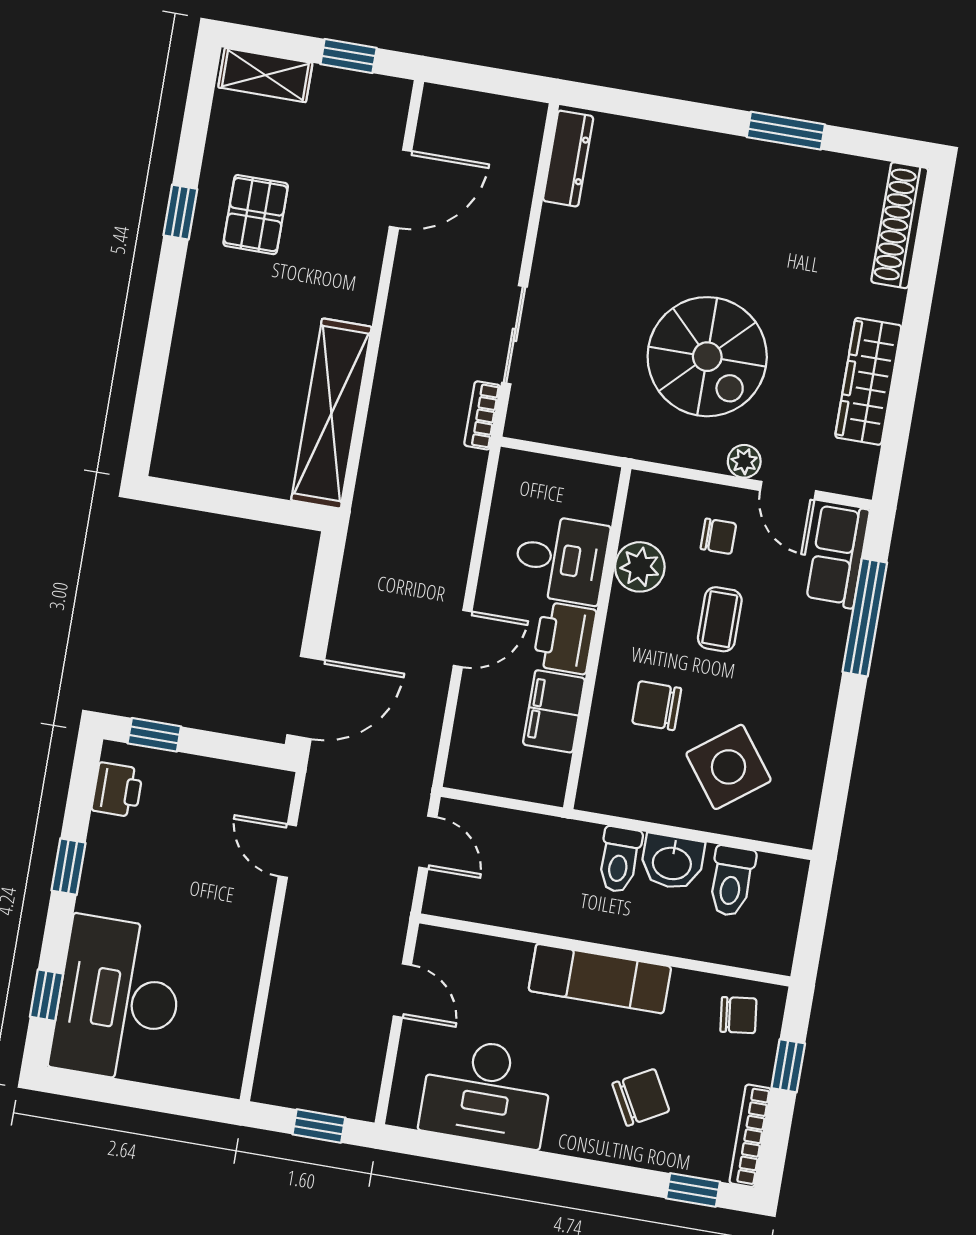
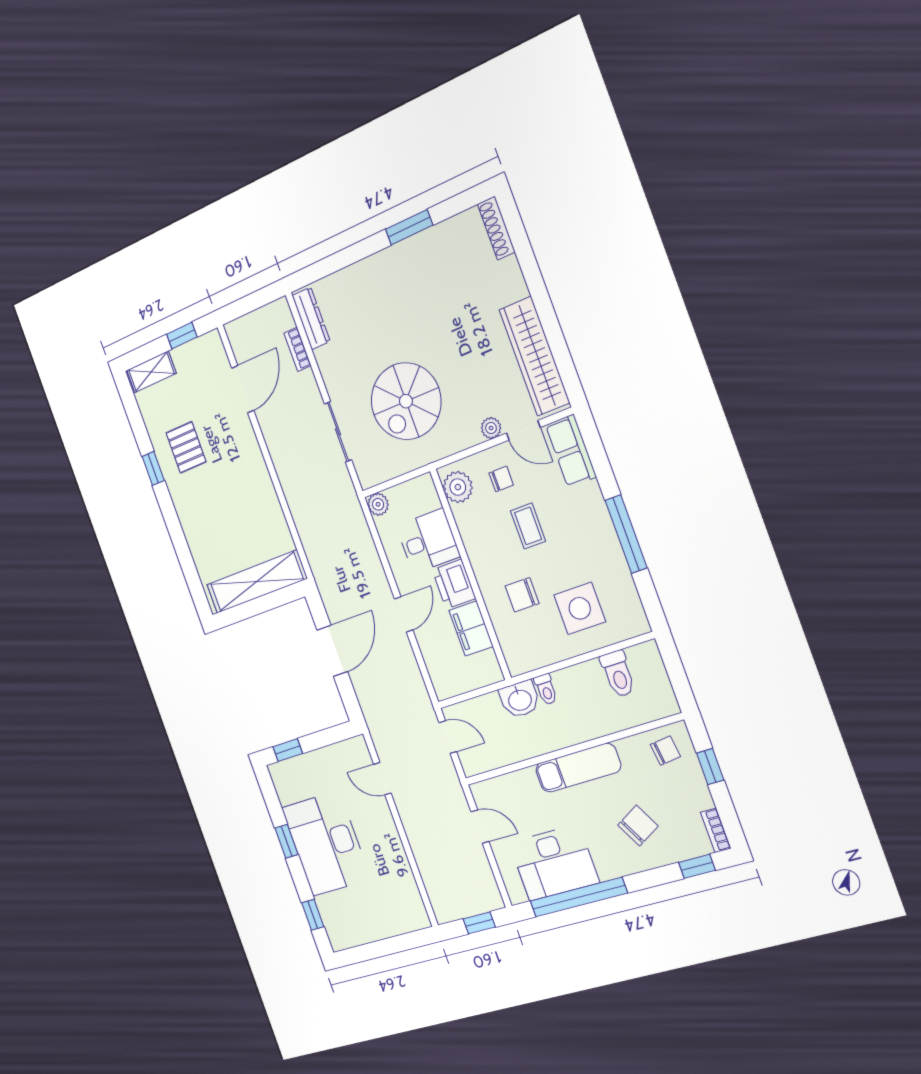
shoe rack: (900, 225) -> (496, 228), width x0.74, depth x0.81
spiral stairs: (707, 357) -> (406, 401), moved, turned 90
wardrobe: (868, 381) -> (534, 356), width x1.40, depth x1.17
shelving: (331, 413) -> (257, 582), moved, turned 90
bookcase: (482, 415) -> (298, 349), moved
plant: (515, 468) -> (378, 504), added
plant: (640, 567) -> (458, 487), moved
window: (865, 617) -> (626, 534), moved
door: (306, 698) -> (332, 651), moved
side table: (729, 767) -> (580, 608), turned 37
printer: (117, 790) -> (287, 789), removed
toilet: (619, 860) -> (546, 689), width x0.73, depth x0.72
washbasin: (672, 862) -> (520, 699), moved
desk: (118, 999) -> (326, 843), moved
bookcase: (750, 1136) -> (716, 830), width x0.64
window: (495, 1156) -> (579, 897), added

